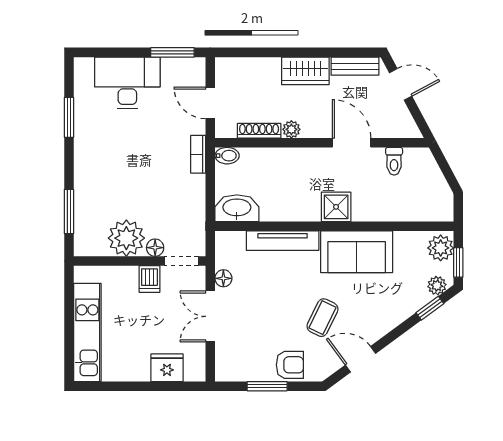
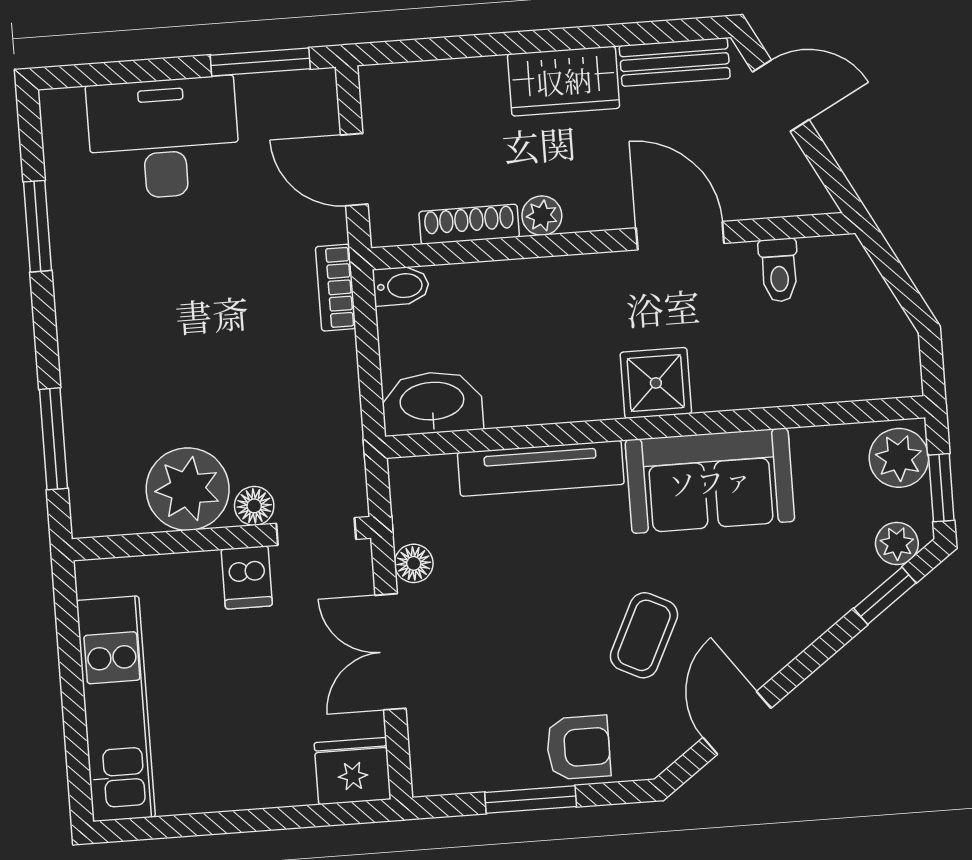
door: (361, 359) -> (737, 723), hinge flipped
fridge: (167, 368) -> (353, 771), moved

